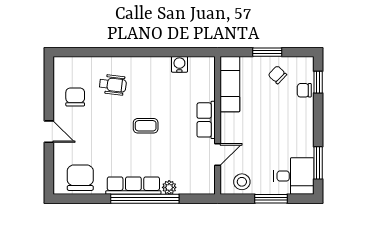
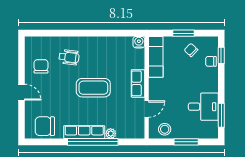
water cooler: (179, 64) -> (139, 42), moved
coffee table: (146, 126) -> (93, 88), width x1.86, depth x1.72
desk: (294, 176) -> (203, 107), moved
chair: (80, 178) -> (45, 126), turned -90

